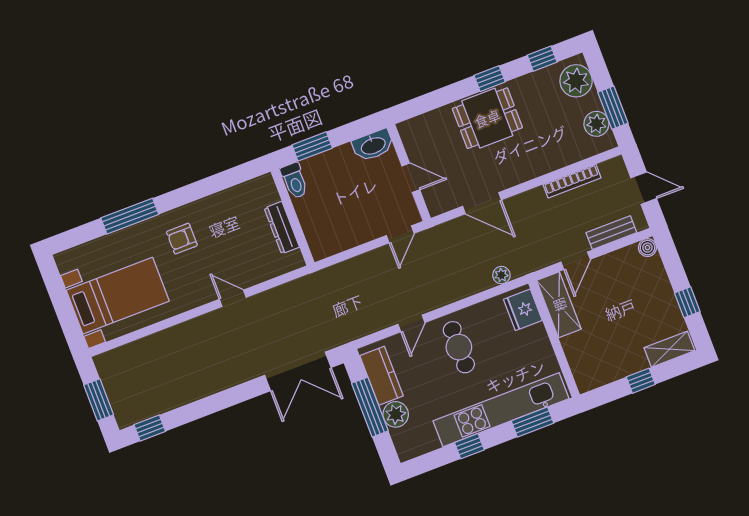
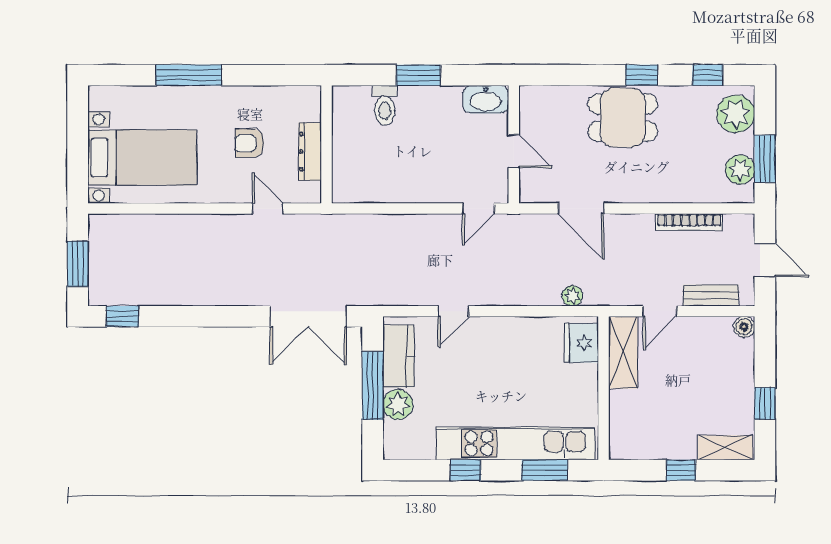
wall: (293, 217) -> (326, 144), moved
dresser: (282, 228) -> (310, 152), moved
armchair: (182, 239) -> (250, 143), moved
cafe table: (459, 347) -> (495, 357), removed

